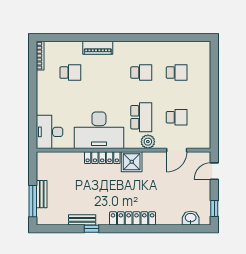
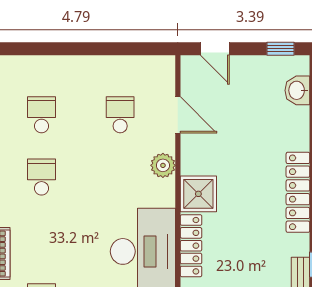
school desk: (141, 117) -> (120, 177), removed

